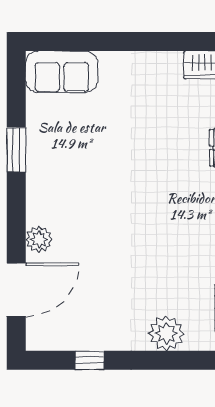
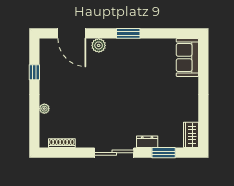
window: (16, 150) -> (128, 33), moved
plant: (166, 333) -> (44, 109), width x0.53, depth x0.53

